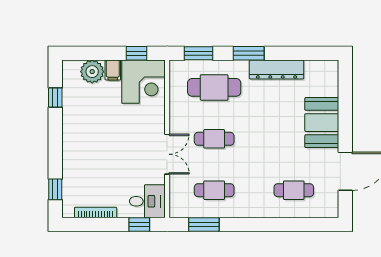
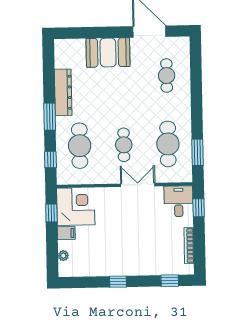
window: (198, 53) -> (50, 160), width x0.67
plant: (92, 72) -> (63, 256), width x0.53, depth x0.53
window: (55, 97) -> (118, 282), moved
cafe table: (214, 190) -> (168, 144), width x1.37, depth x1.35

